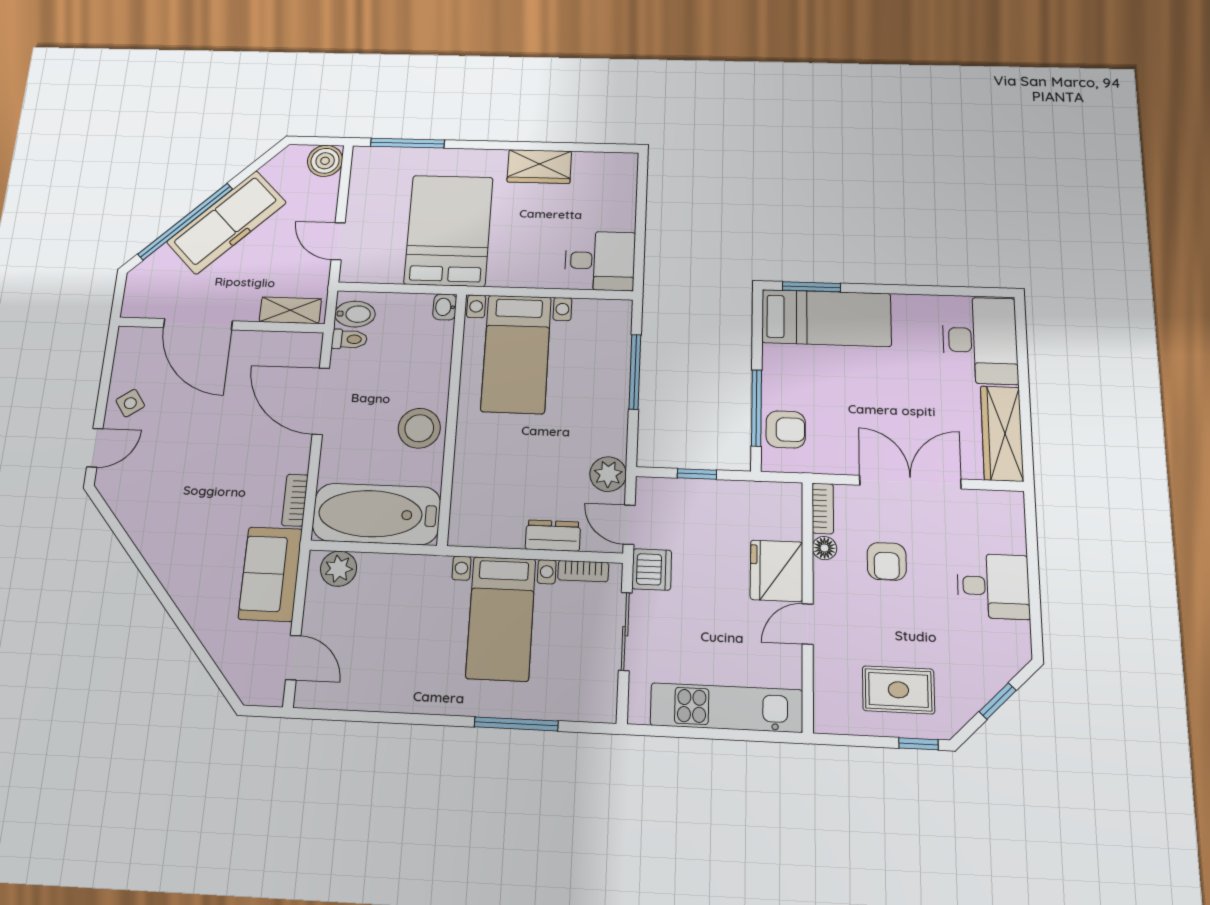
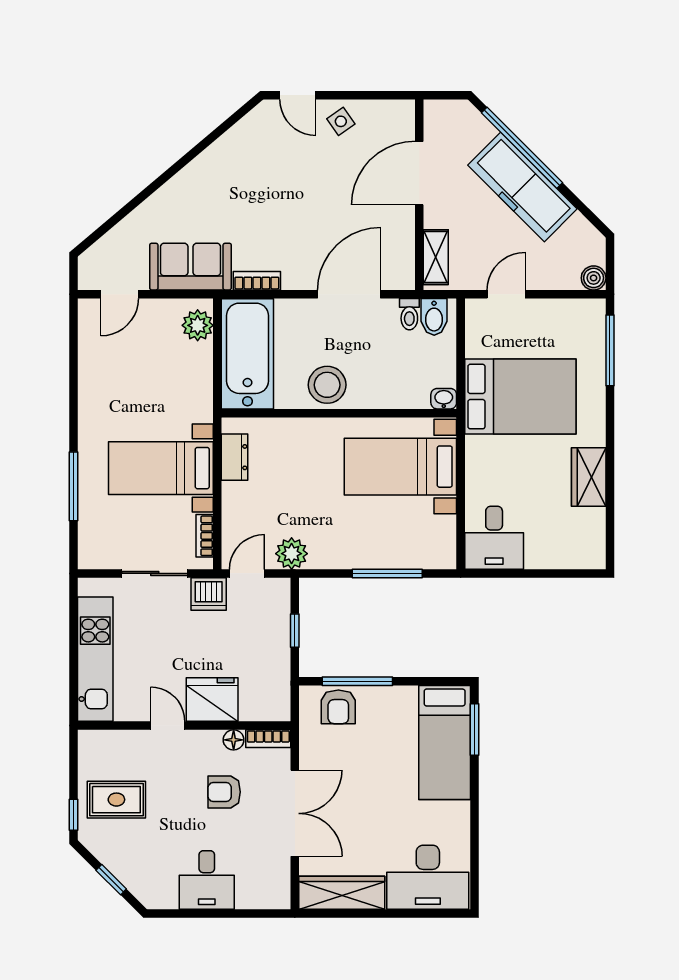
boiler: (325, 161) -> (594, 278), width x0.73, depth x0.73
dresser: (553, 536) -> (235, 457), moved
rug: (898, 690) -> (116, 800), turned 90

